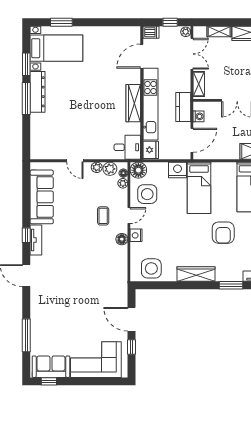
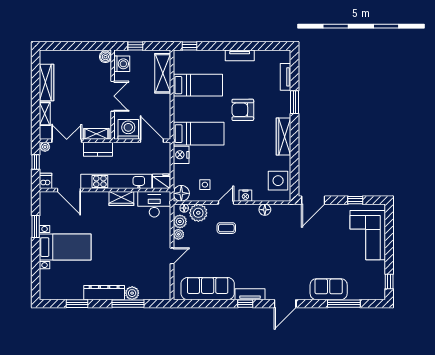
window: (61, 22) -> (36, 226), moved
bed with nightstands: (56, 48) -> (65, 247), moved, turned 90
window: (26, 98) -> (128, 304), moved
wardrobe: (133, 103) -> (121, 198), width x0.67
kitchen counter: (183, 107) -> (98, 149), moved
washing machine: (199, 116) -> (128, 129), width x1.89, depth x1.89
plant: (37, 120) -> (132, 293), added
desk: (127, 147) -> (154, 204), width x1.37
plant: (123, 183) -> (198, 213), width x1.88, depth x1.88
side table: (147, 194) -> (205, 185), width x0.54, depth x0.54
door: (129, 216) -> (226, 203), hinge flipped
armchair: (223, 233) -> (243, 110), turned 180
floor lamp: (122, 239) -> (265, 210), moved
door: (132, 319) -> (313, 200), moved
sofa: (51, 367) -> (329, 289), moved, turned 90

